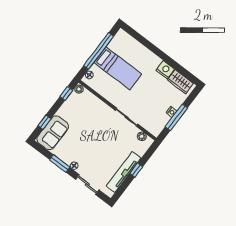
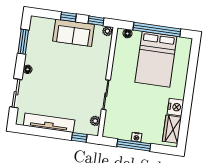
bed: (118, 68) -> (156, 59), width x1.50
window: (44, 122) -> (68, 17), moved
sofa: (53, 133) -> (74, 33), moved
window: (60, 163) -> (23, 42), moved
window: (136, 170) -> (79, 137), moved

